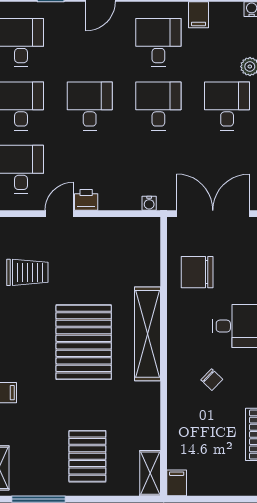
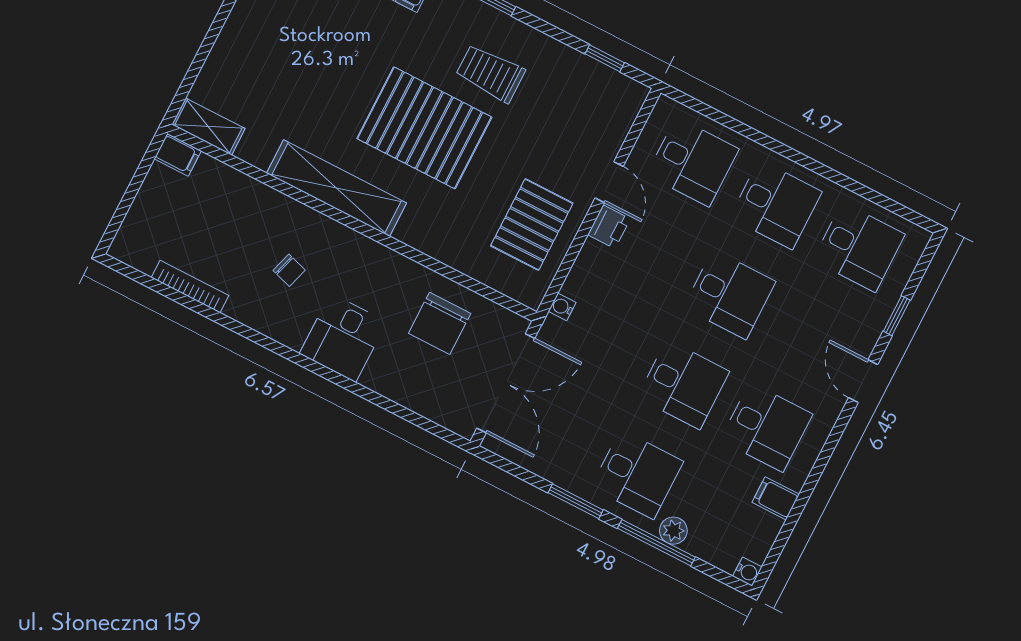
trolley: (27, 272) -> (490, 73), moved, turned 90
chair: (197, 272) -> (440, 323), turned 180
shelving: (147, 334) -> (336, 188), moved
chair: (212, 380) -> (289, 270), turned -117
pallet: (87, 456) -> (532, 225), moved, turned 90

